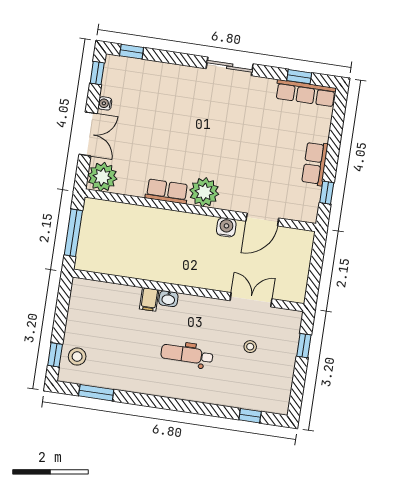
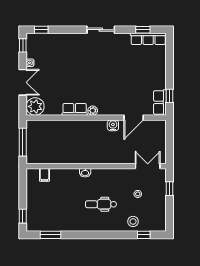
row of seats: (315, 164) -> (160, 102), moved
plant: (204, 192) -> (93, 111), width x0.53, depth x0.53
filing cabinet: (149, 299) -> (44, 175), moved
double door: (251, 300) -> (148, 166), moved
stool: (77, 357) -> (133, 221), moved

